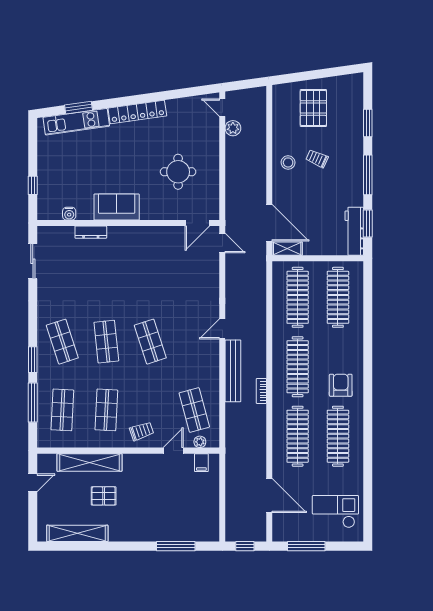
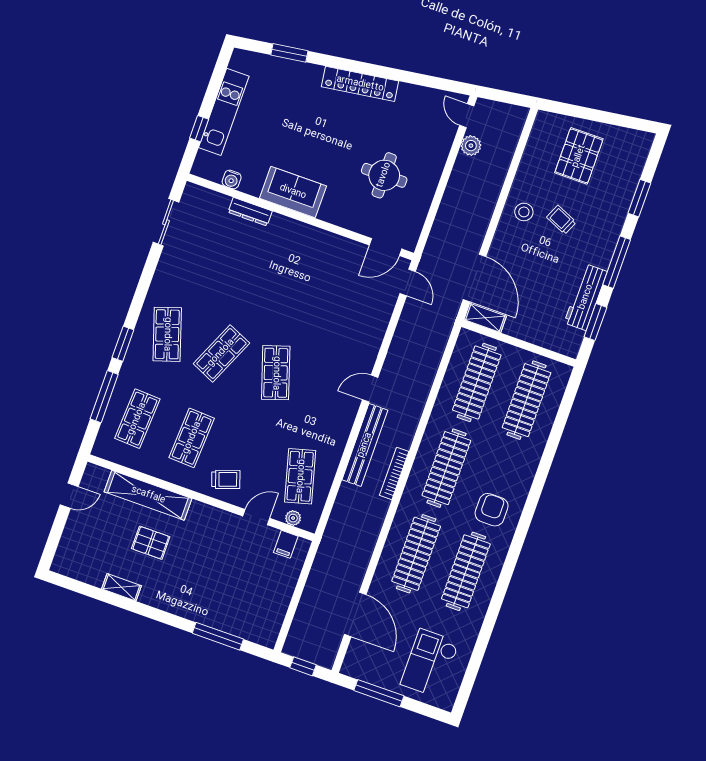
kitchen unit: (76, 122) -> (224, 112), moved, turned -82
workbench: (354, 231) -> (586, 297), moved
shop shelf: (106, 342) -> (221, 353), turned 30
bookcase: (261, 391) -> (394, 473), width x1.56
checkout: (335, 512) -> (430, 663), turned -90
shelving: (77, 533) -> (122, 587), width x0.45, depth x0.75

